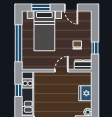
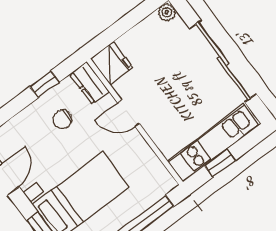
fridge: (85, 93) -> (112, 63), moved, turned -90

